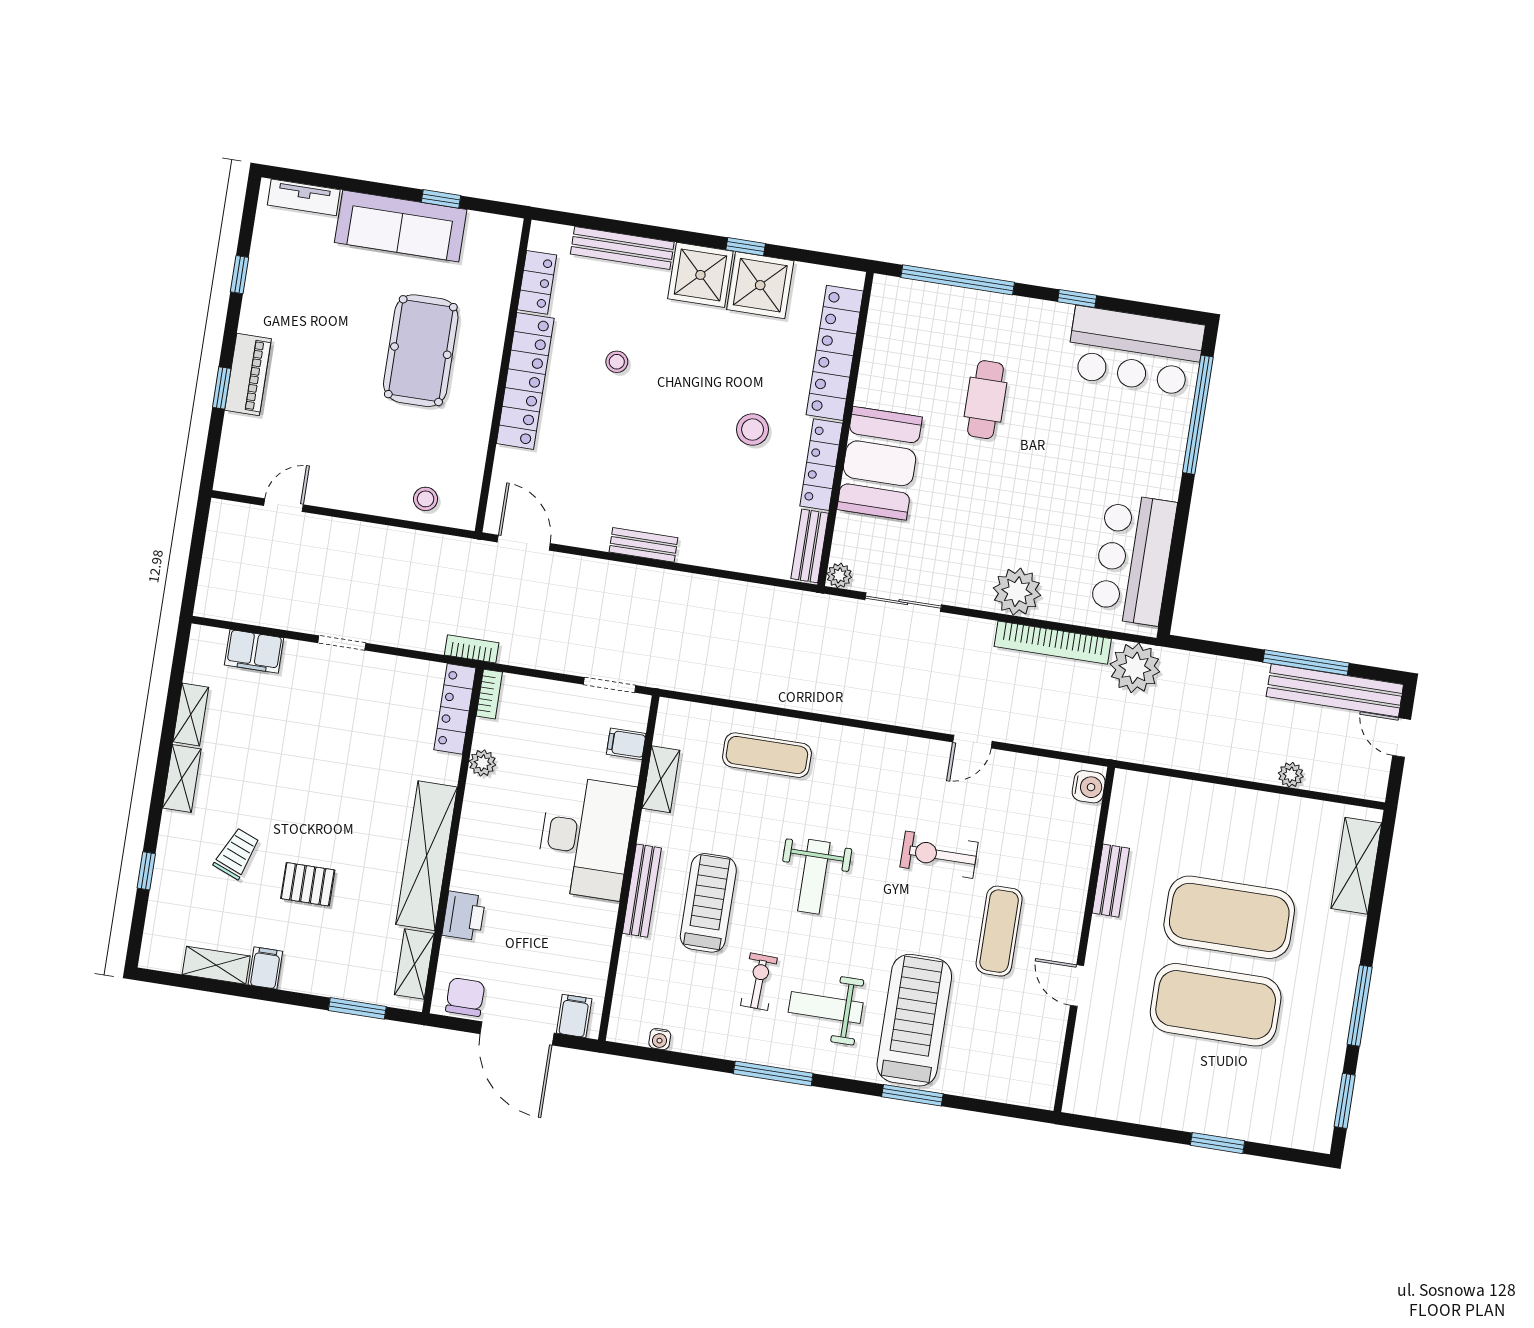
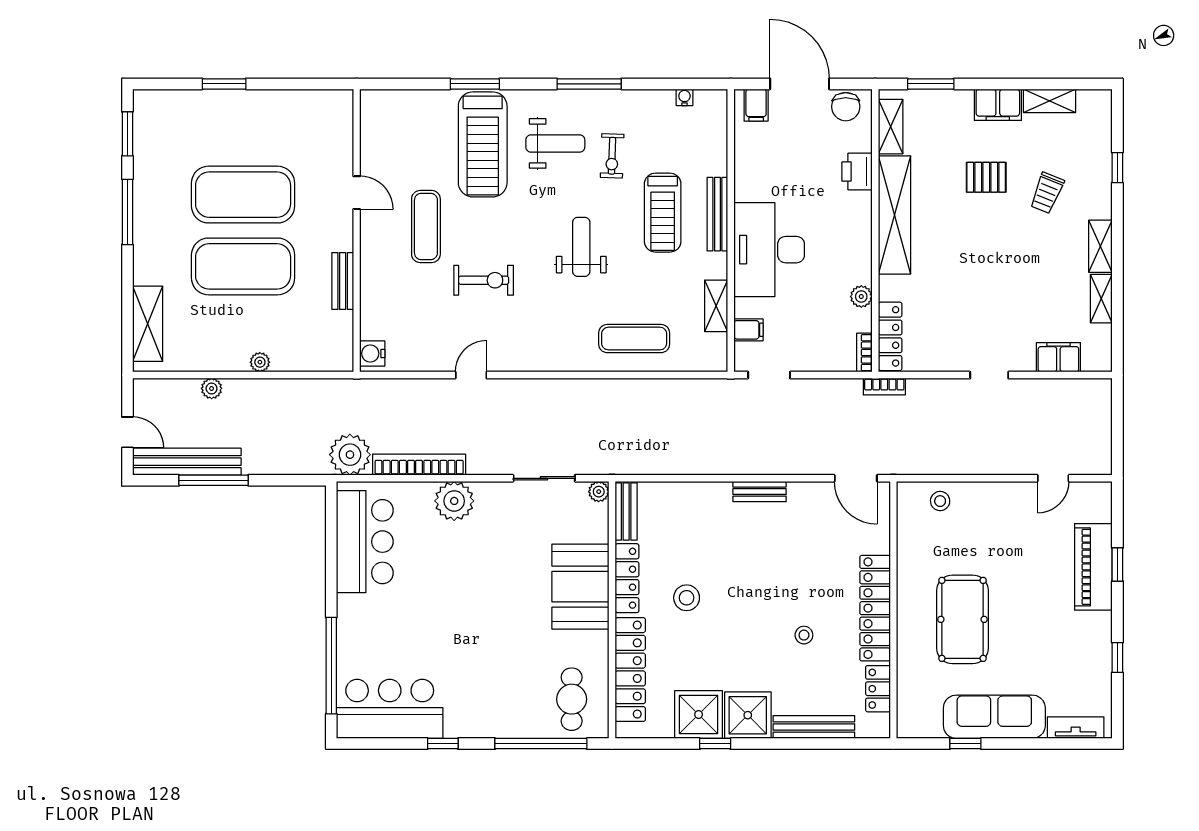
piano: (248, 375) -> (1093, 567), width x1.37, depth x1.33
cafe table: (986, 400) -> (572, 699), moved
plant: (1227, 798) -> (260, 362), added
filing cabinet: (265, 968) -> (998, 105), width x2.00

